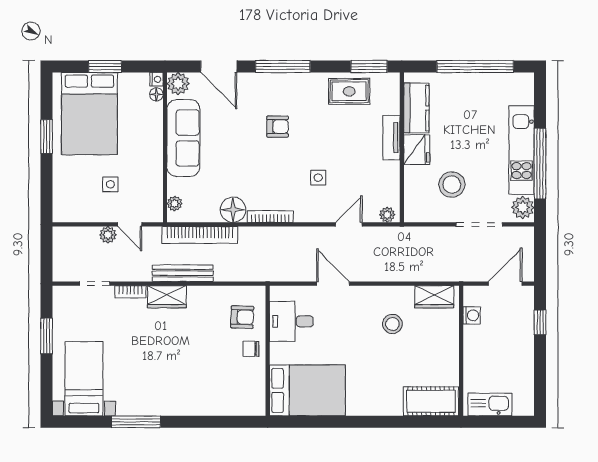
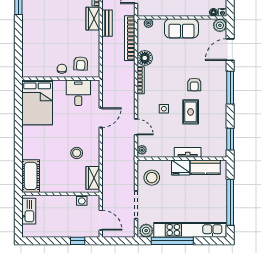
rug: (349, 91) -> (191, 112), moved
sofa: (183, 138) -> (181, 28), width x0.73
kitchen unit: (522, 150) -> (190, 230), width x1.36
stool: (452, 185) -> (152, 178), moved
bench: (183, 273) -> (107, 23), width x0.73

